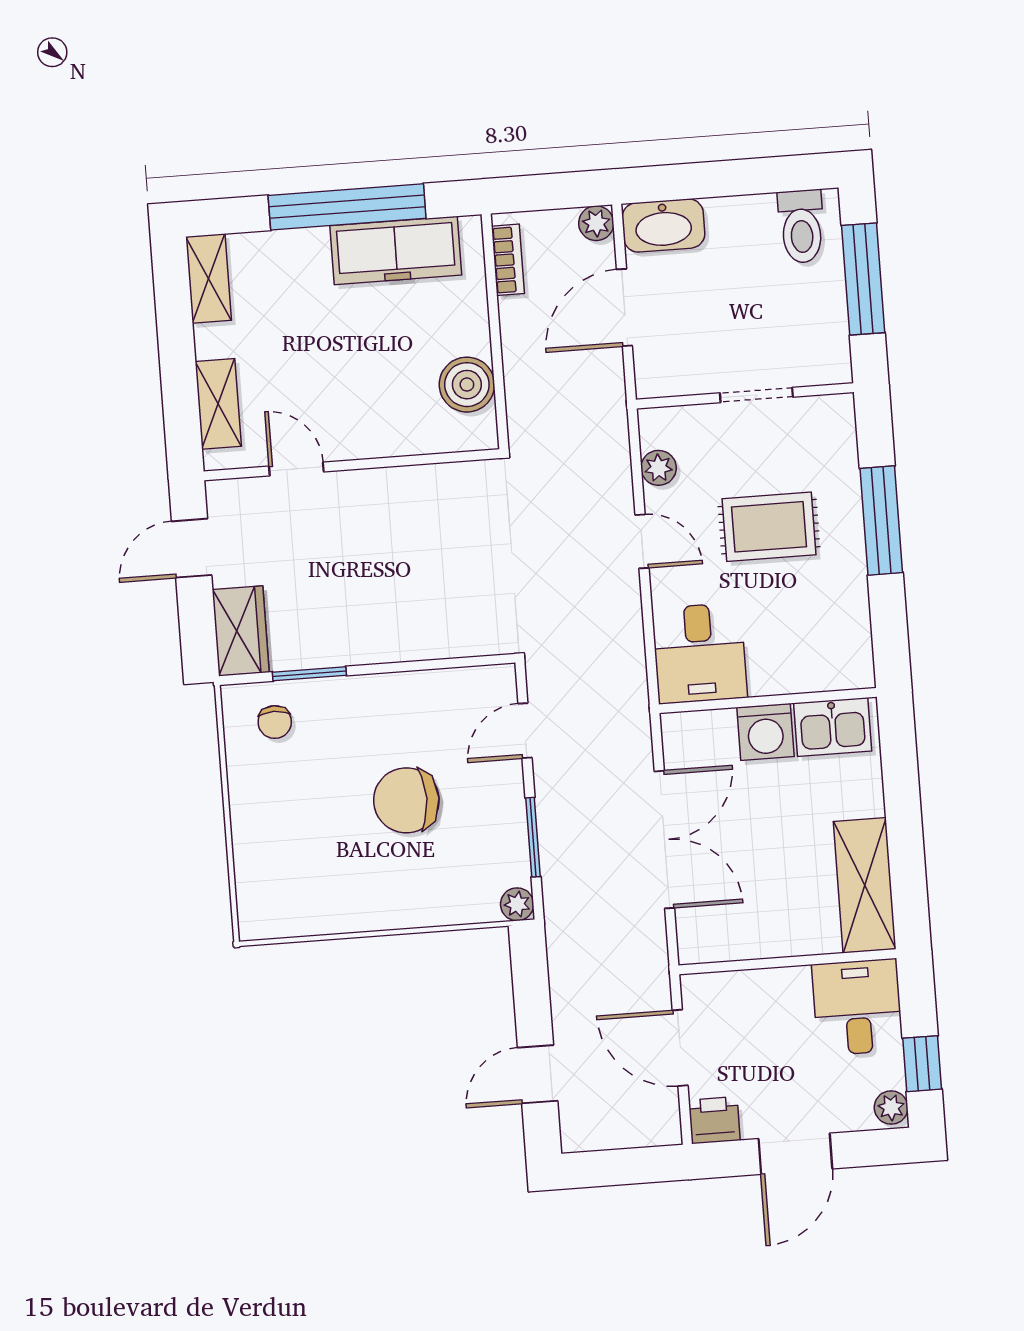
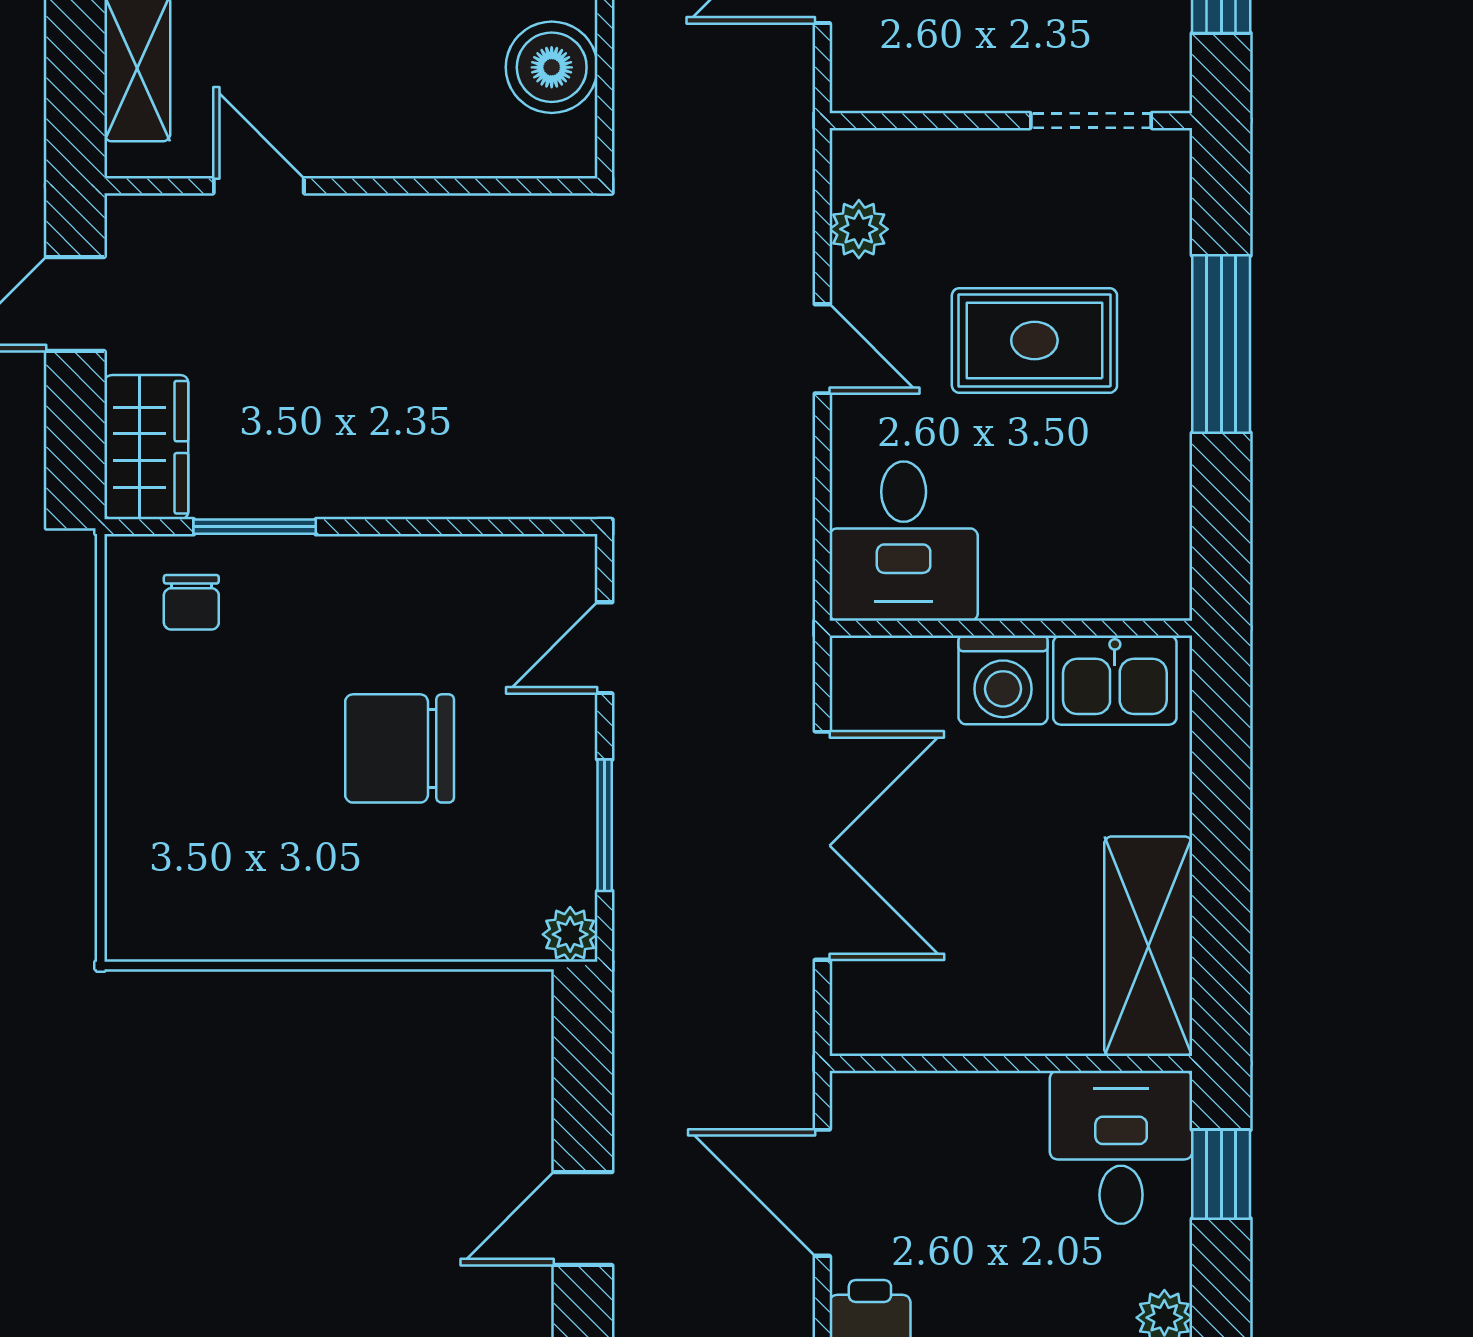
doorway: (756, 395) -> (1091, 121), moved
window: (922, 1064) -> (1221, 1174), moved

